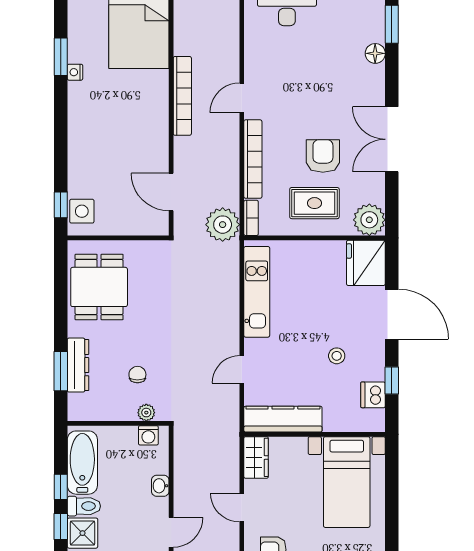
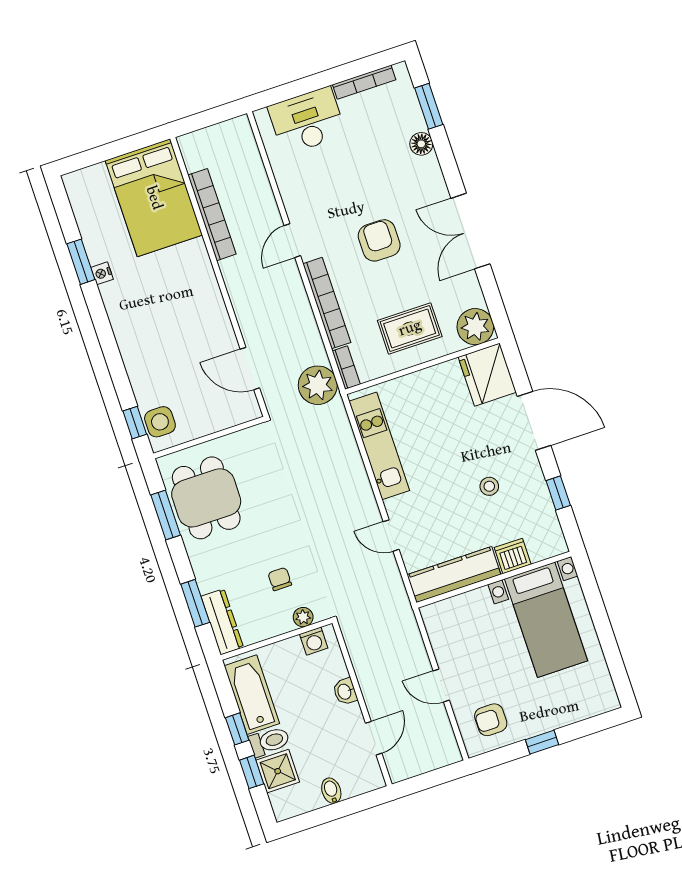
bookcase: (182, 96) -> (212, 215), moved
armchair: (323, 156) -> (379, 240), moved
window: (61, 290) -> (166, 515), added
dresser: (78, 365) -> (222, 622), moved
door: (242, 369) -> (391, 536), hinge flipped
dishwasher: (373, 395) -> (513, 556), moved, turned 90
wardrobe: (256, 457) -> (439, 626), removed

